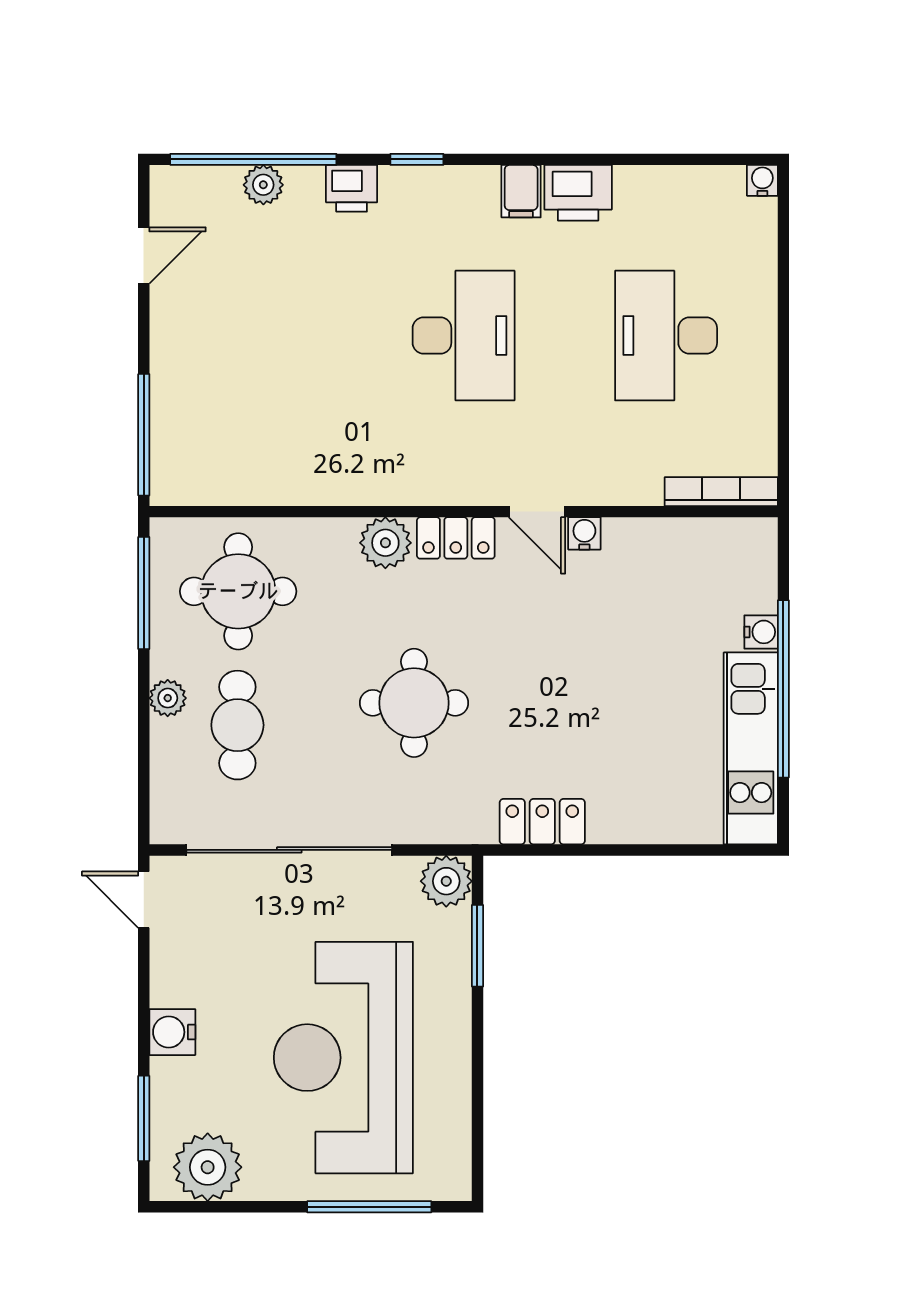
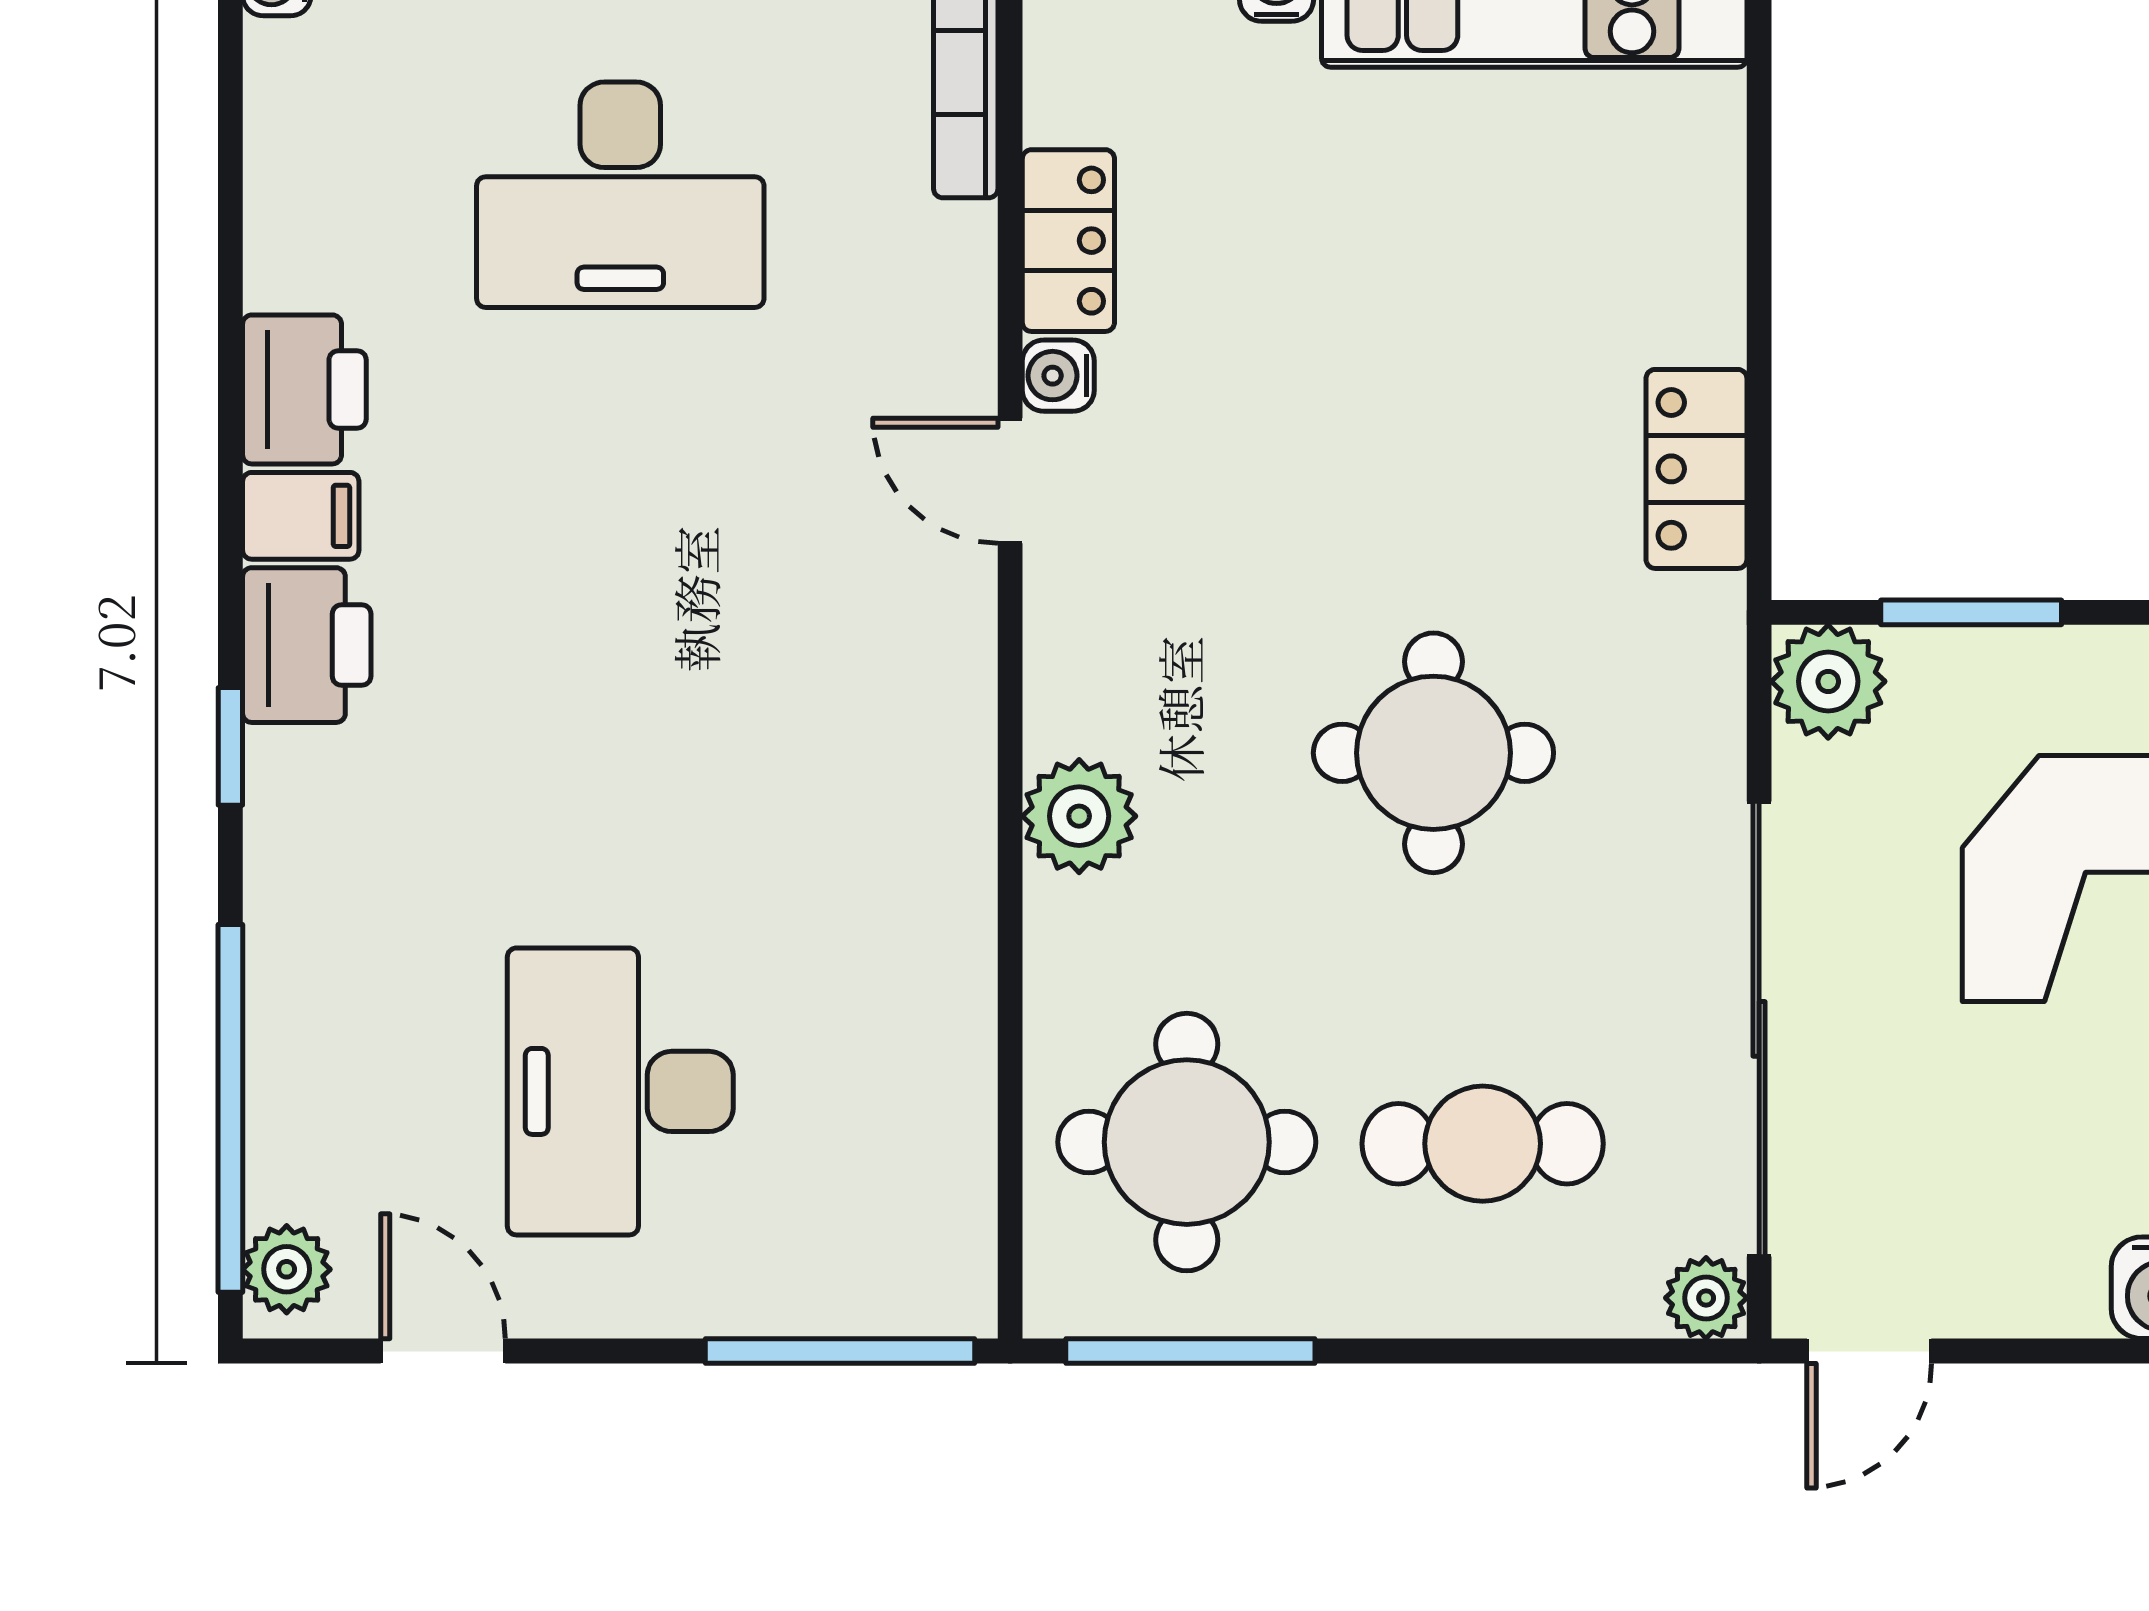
plant: (263, 185) -> (287, 1269), moved
printer: (352, 188) -> (307, 645), moved, width x1.36, depth x1.24
desk: (464, 336) -> (620, 1091), moved, turned -90
door: (537, 512) -> (1010, 481), swing flipped
locker: (456, 538) -> (1068, 241), moved
plant: (168, 698) -> (1706, 1298), moved

